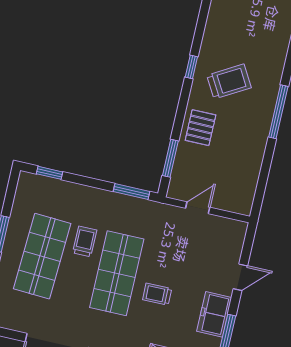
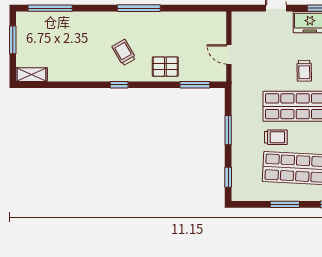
trolley: (229, 82) -> (124, 52), width x0.73, depth x0.72
window: (132, 192) -> (228, 130), moved
trolley: (85, 241) -> (276, 137), turned 180

